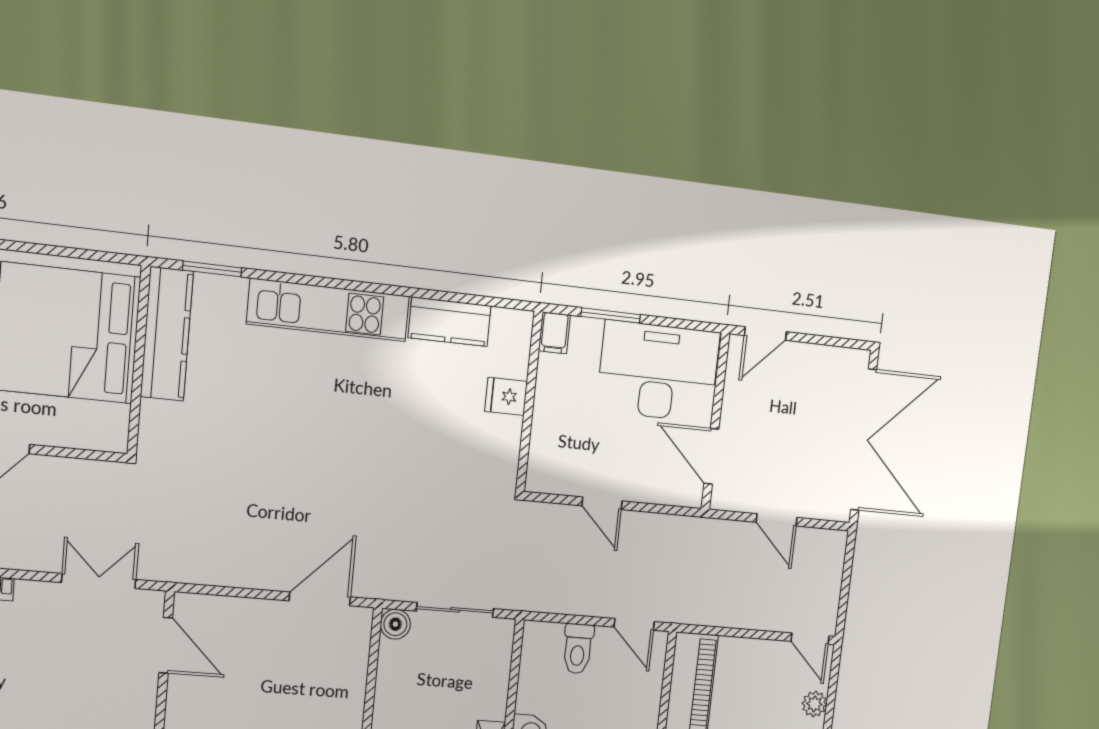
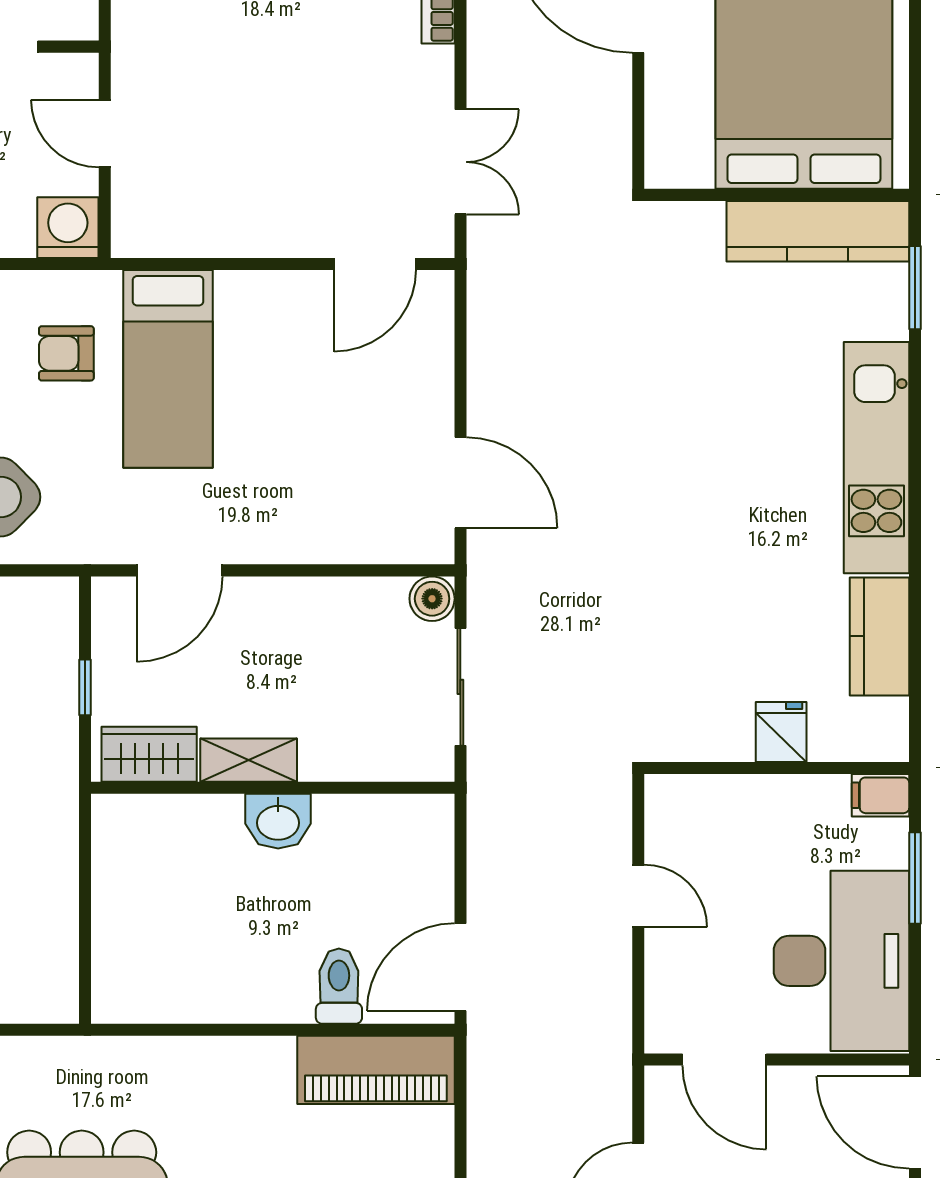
door: (765, 334) -> (915, 1122), width x1.38
door: (711, 456) -> (724, 1059), swing flipped
door: (602, 503) -> (638, 896), swing flipped
door: (634, 624) -> (460, 967), width x1.38
toilet: (578, 649) -> (339, 986), moved, turned 90

